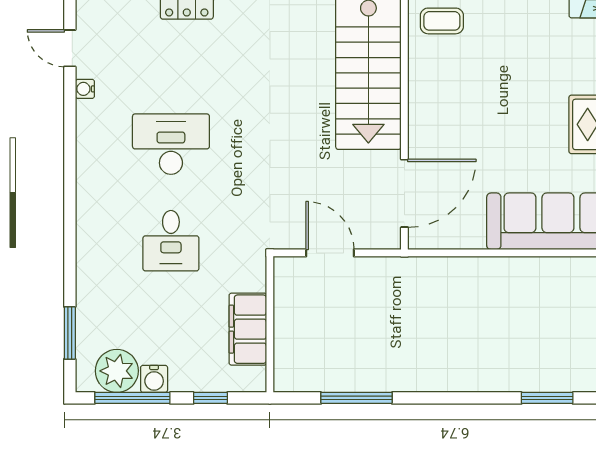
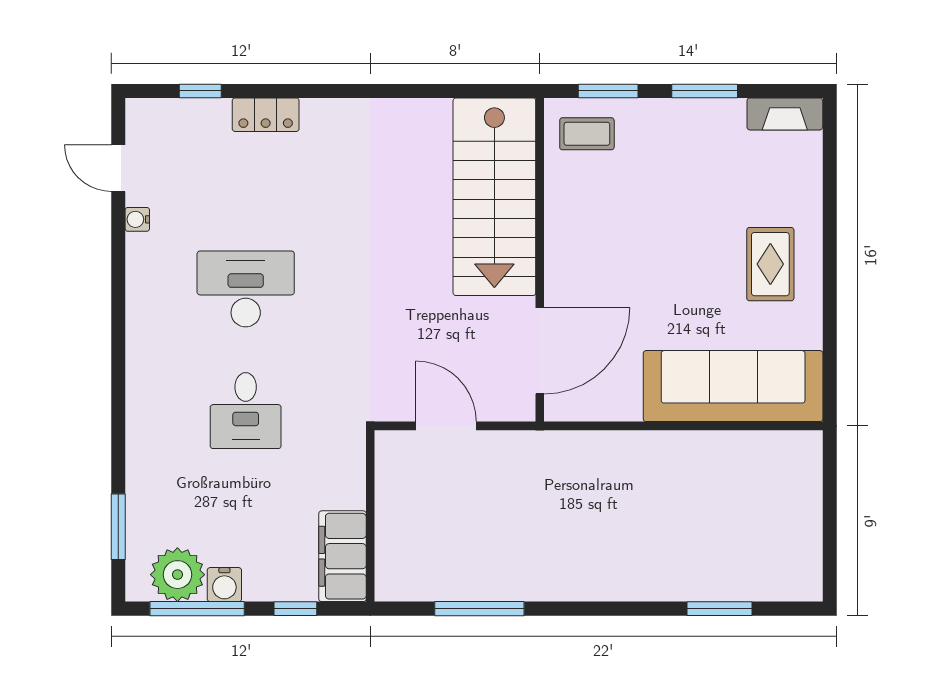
filing cabinet: (248, 329) -> (342, 556), moved

